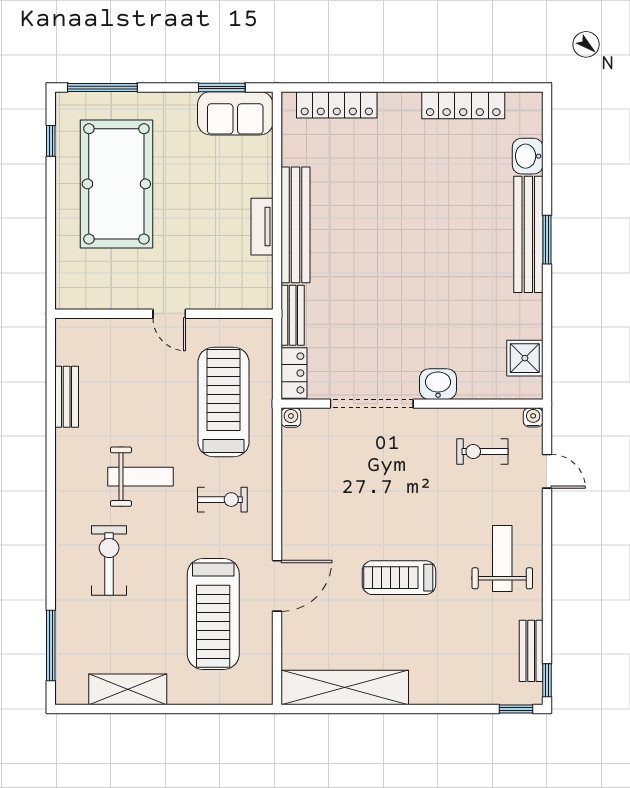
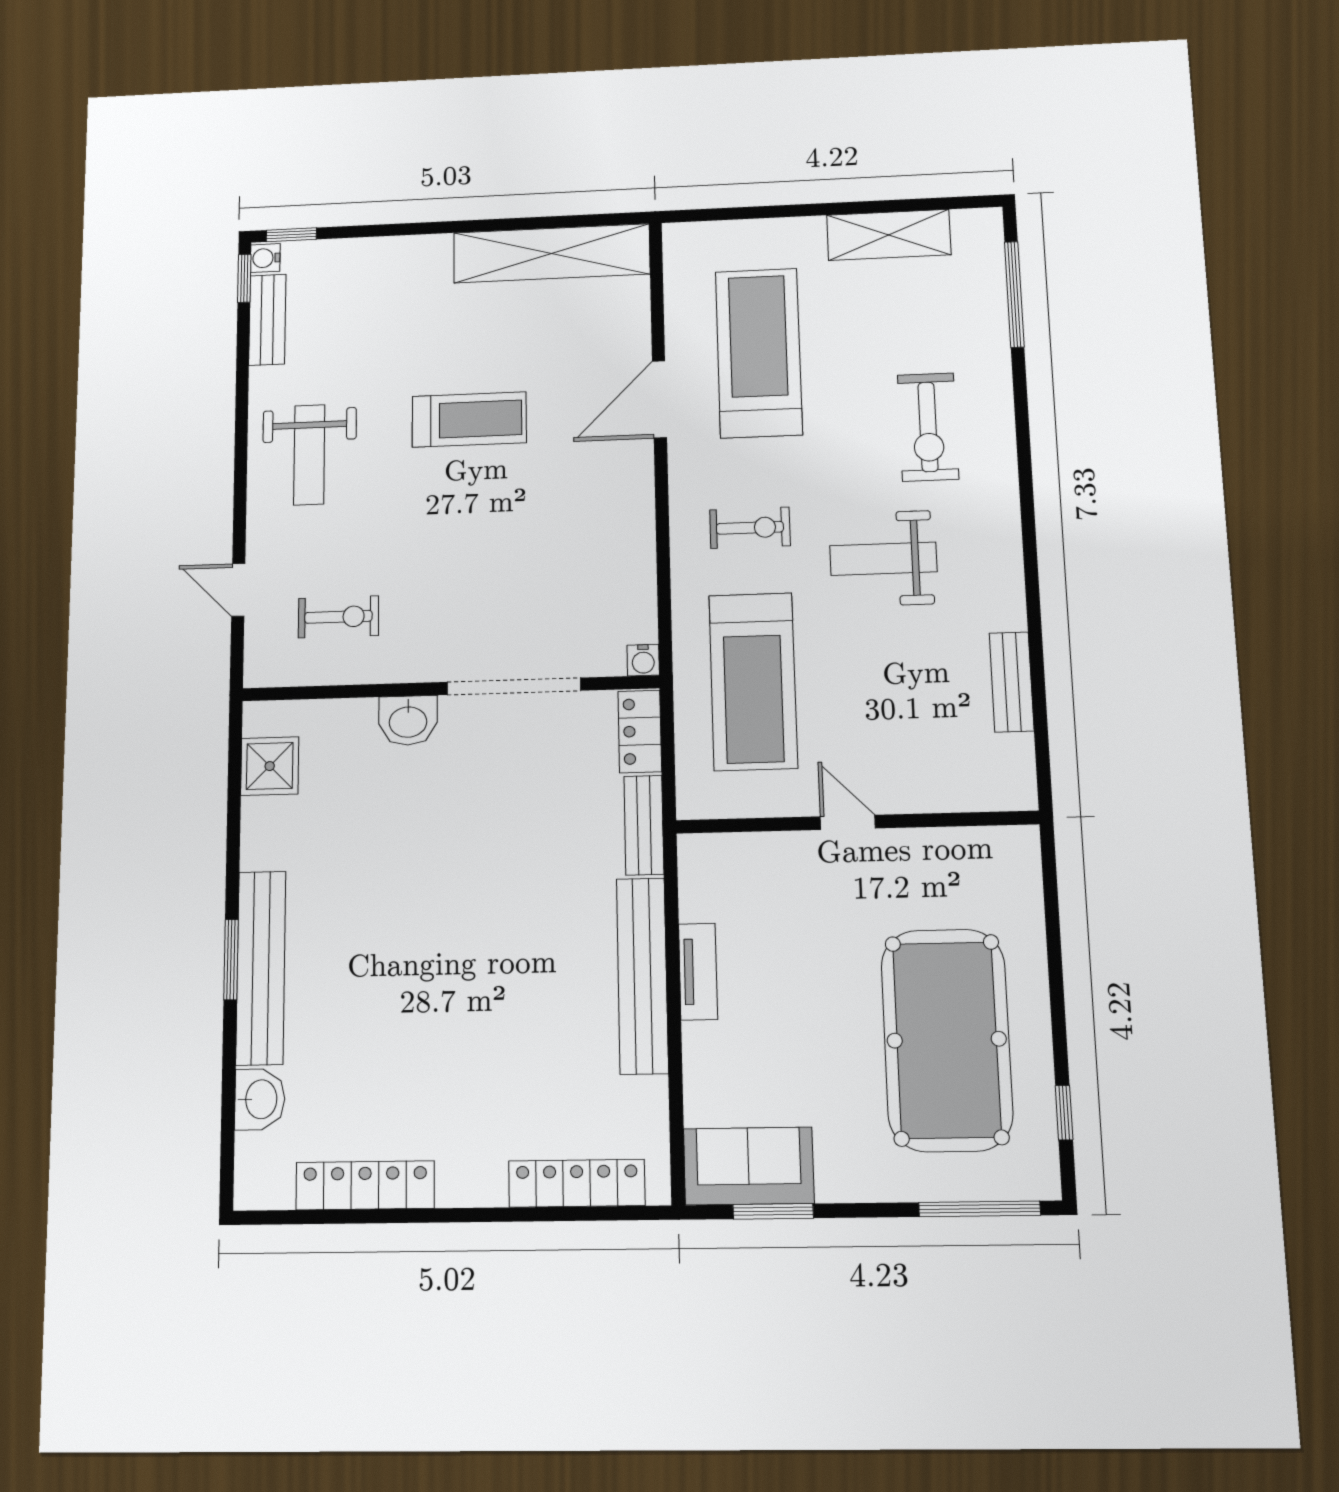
water cooler: (533, 417) -> (265, 258), moved, turned 90
exercise bike: (222, 500) -> (750, 528), turned 180

